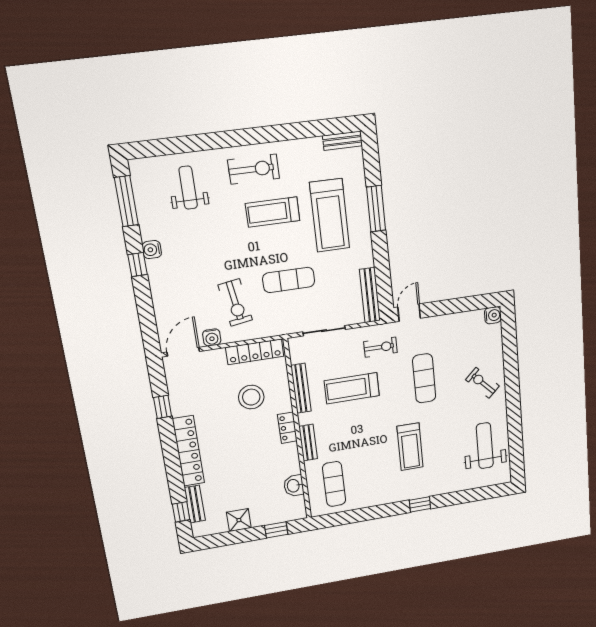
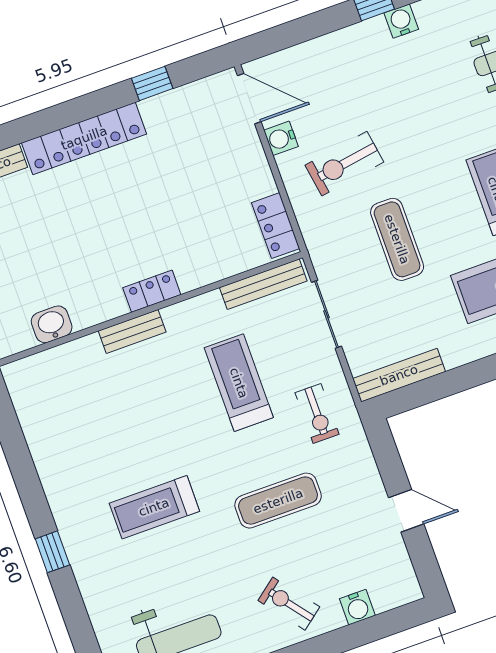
door: (409, 313) -> (406, 511), moved
water cooler: (493, 315) -> (357, 607), moved
locker: (255, 352) -> (276, 226), width x0.66
exercise bike: (482, 383) -> (289, 604), turned -84
bench: (301, 388) -> (263, 284), moved
stool: (251, 397) -> (194, 221), removed
exercise mat: (334, 484) -> (66, 392), removed

